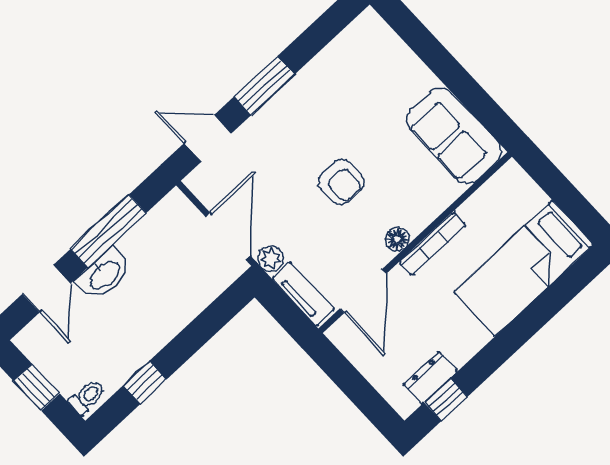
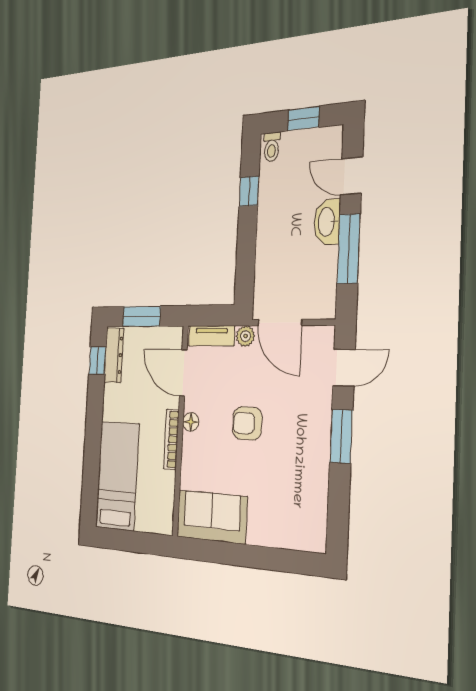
dresser: (430, 378) -> (114, 355), width x1.44
window: (358, 390) -> (141, 316), added

